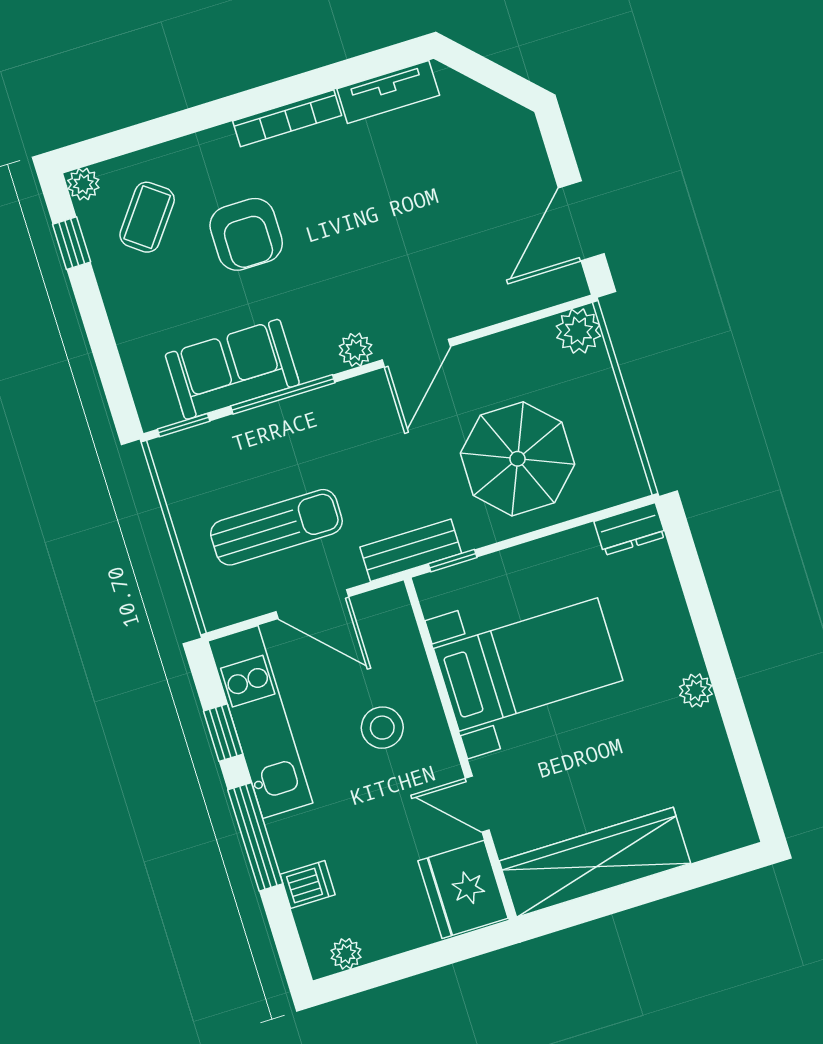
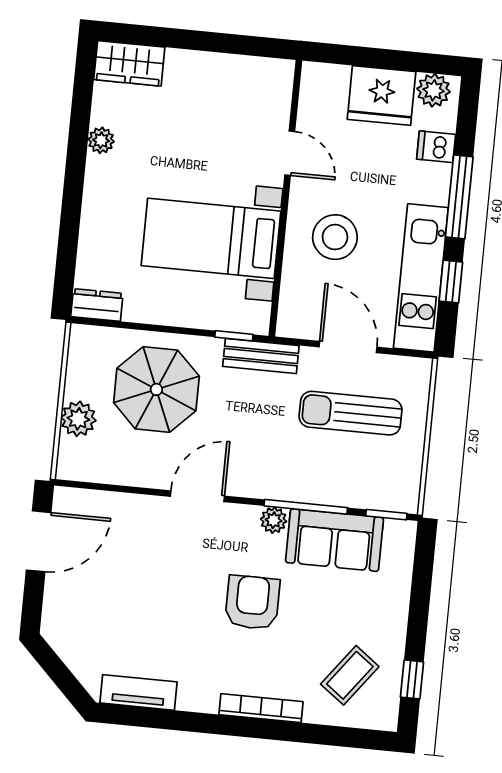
bookcase: (287, 118) -> (261, 708), moved
plant: (83, 184) -> (386, 718), removed
armchair: (246, 234) -> (252, 602), moved
plant: (578, 331) -> (78, 419), moved
plant: (356, 350) -> (274, 520), moved
plant: (696, 690) -> (101, 140), moved
stool: (382, 728) -> (335, 237), width x1.38, depth x1.38
wardrobe: (595, 862) -> (129, 63), moved, width x0.48, depth x0.85
fridge: (463, 889) -> (382, 96), moved, turned 90
plant: (346, 954) -> (434, 90), width x1.38, depth x1.38

